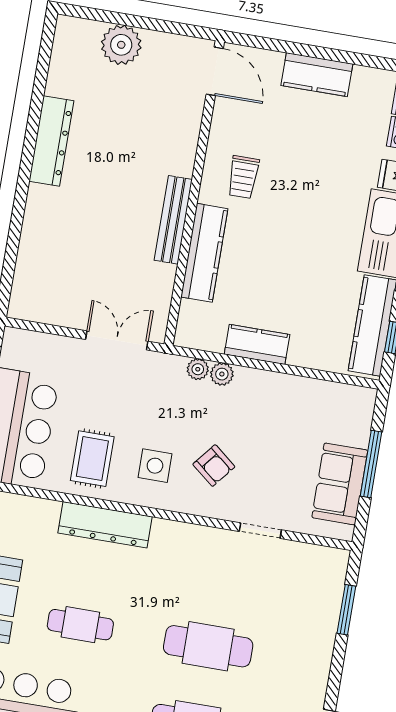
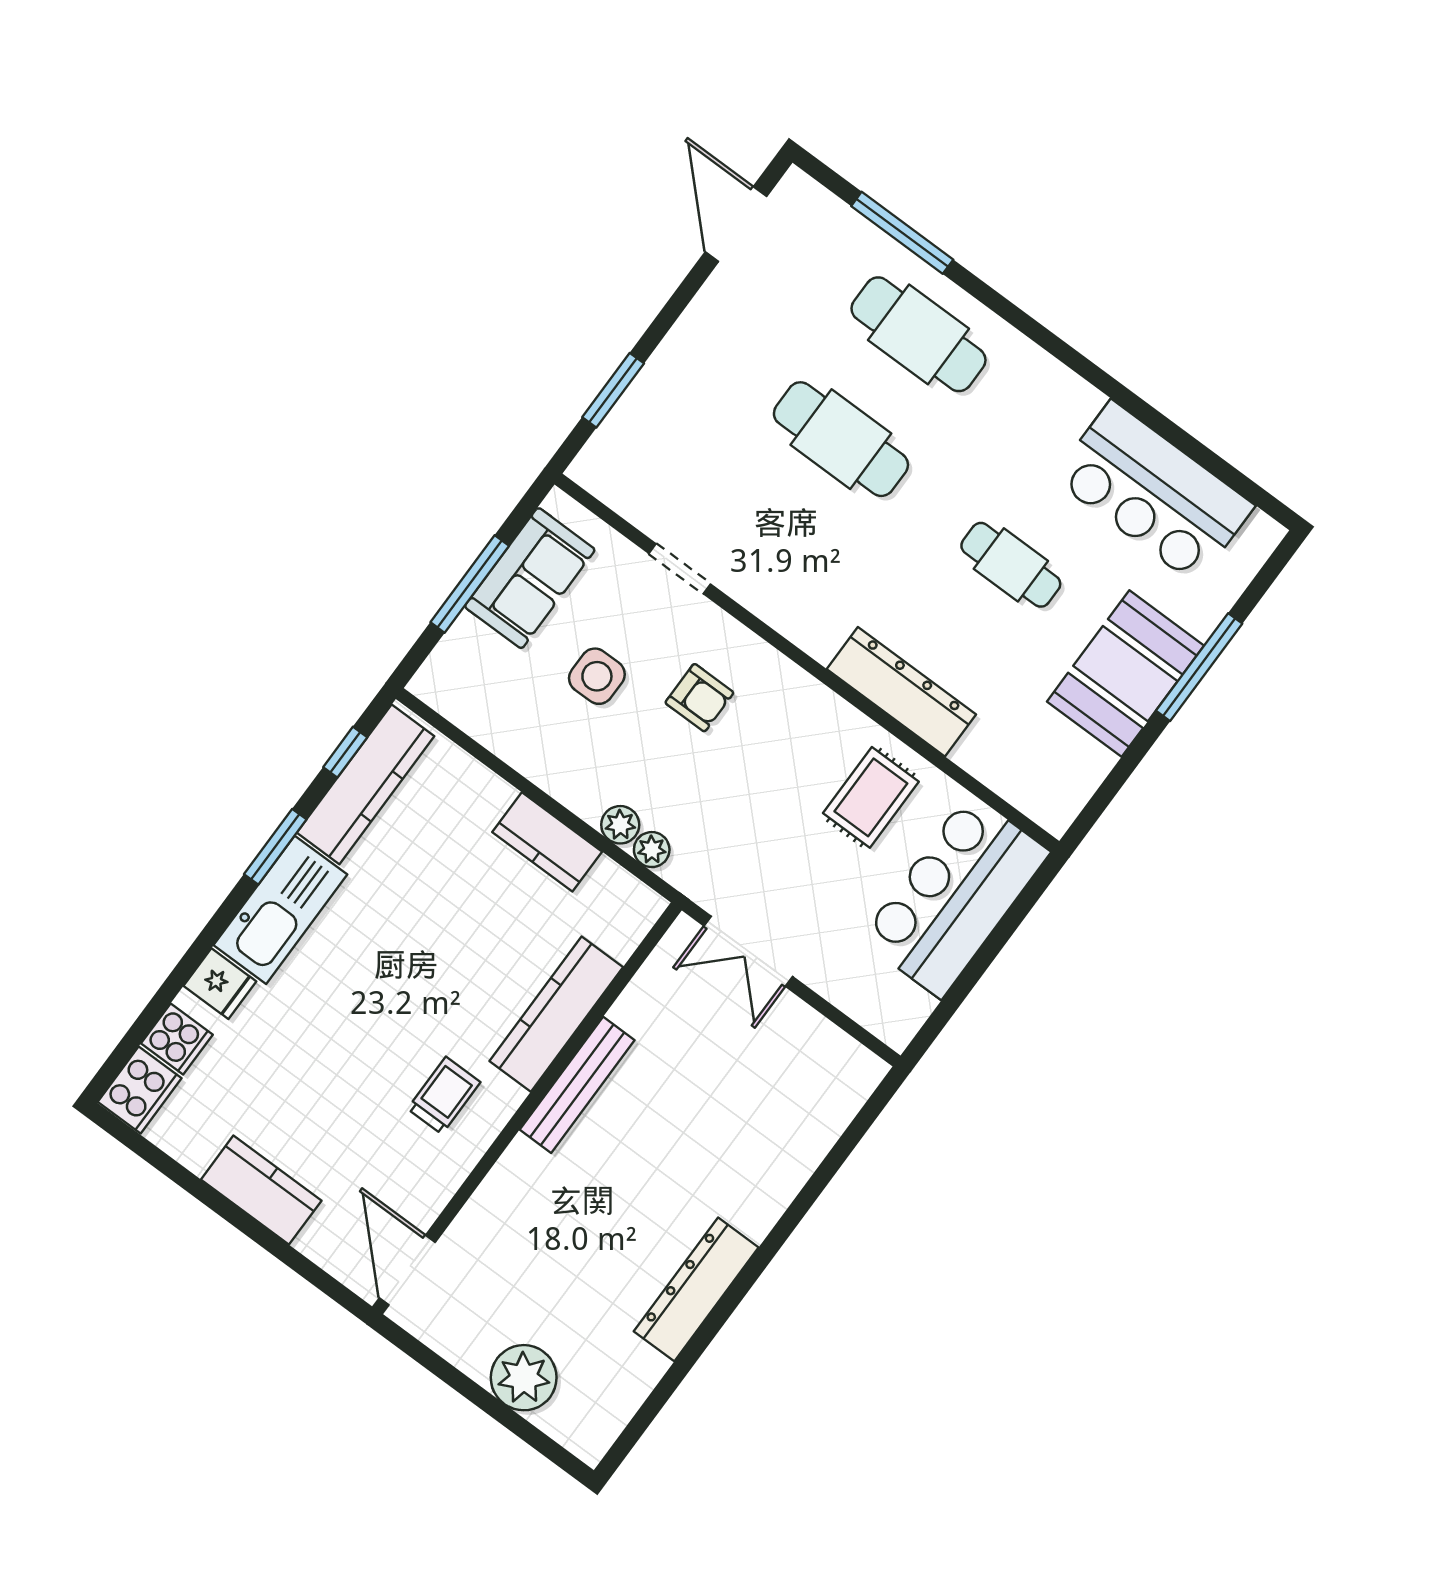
side table: (155, 466) -> (597, 676), moved
armchair: (214, 466) -> (699, 698), turned 141

